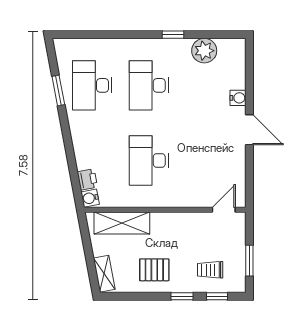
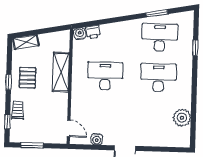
window: (173, 35) -> (195, 48), moved
water cooler: (238, 98) -> (97, 139), moved
shelving: (122, 223) -> (61, 72), moved
trolley: (210, 270) -> (18, 110), moved
window: (182, 296) -> (9, 82), moved

